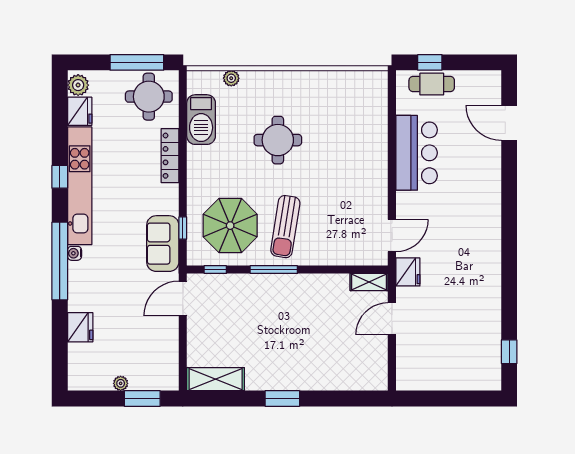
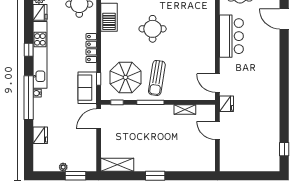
locker: (170, 156) -> (91, 48), moved
door: (392, 236) -> (217, 83), swing flipped
shelving: (369, 282) -> (185, 109), moved
door: (392, 319) -> (217, 130), hinge flipped

